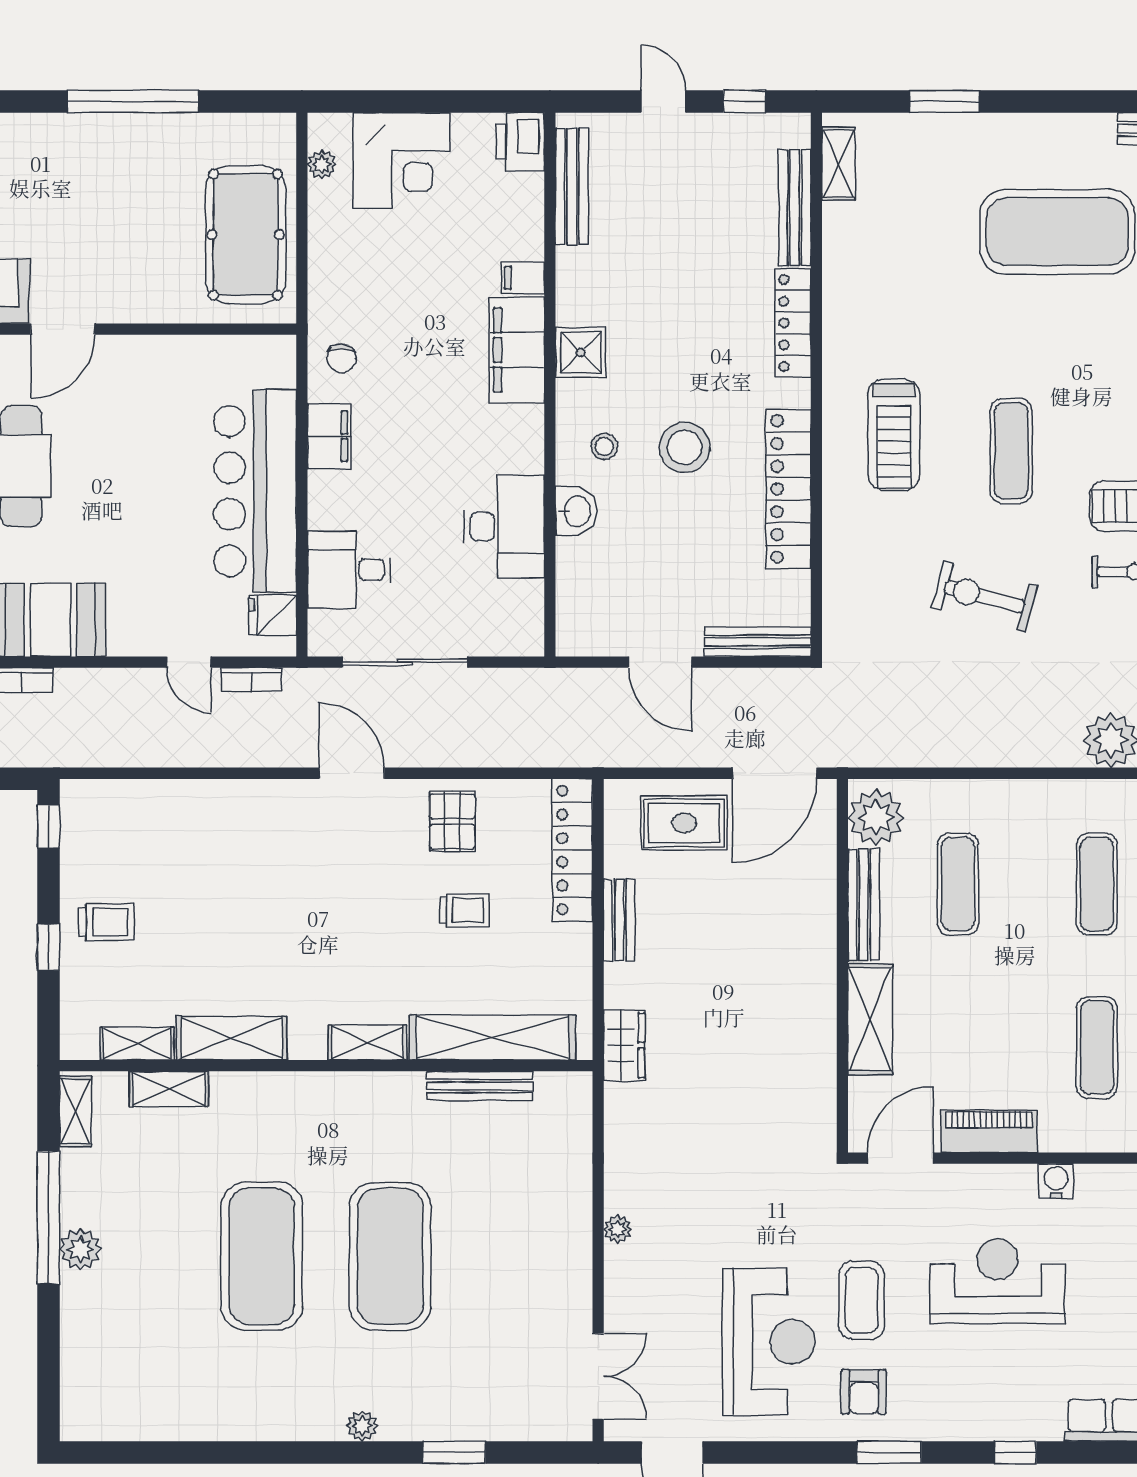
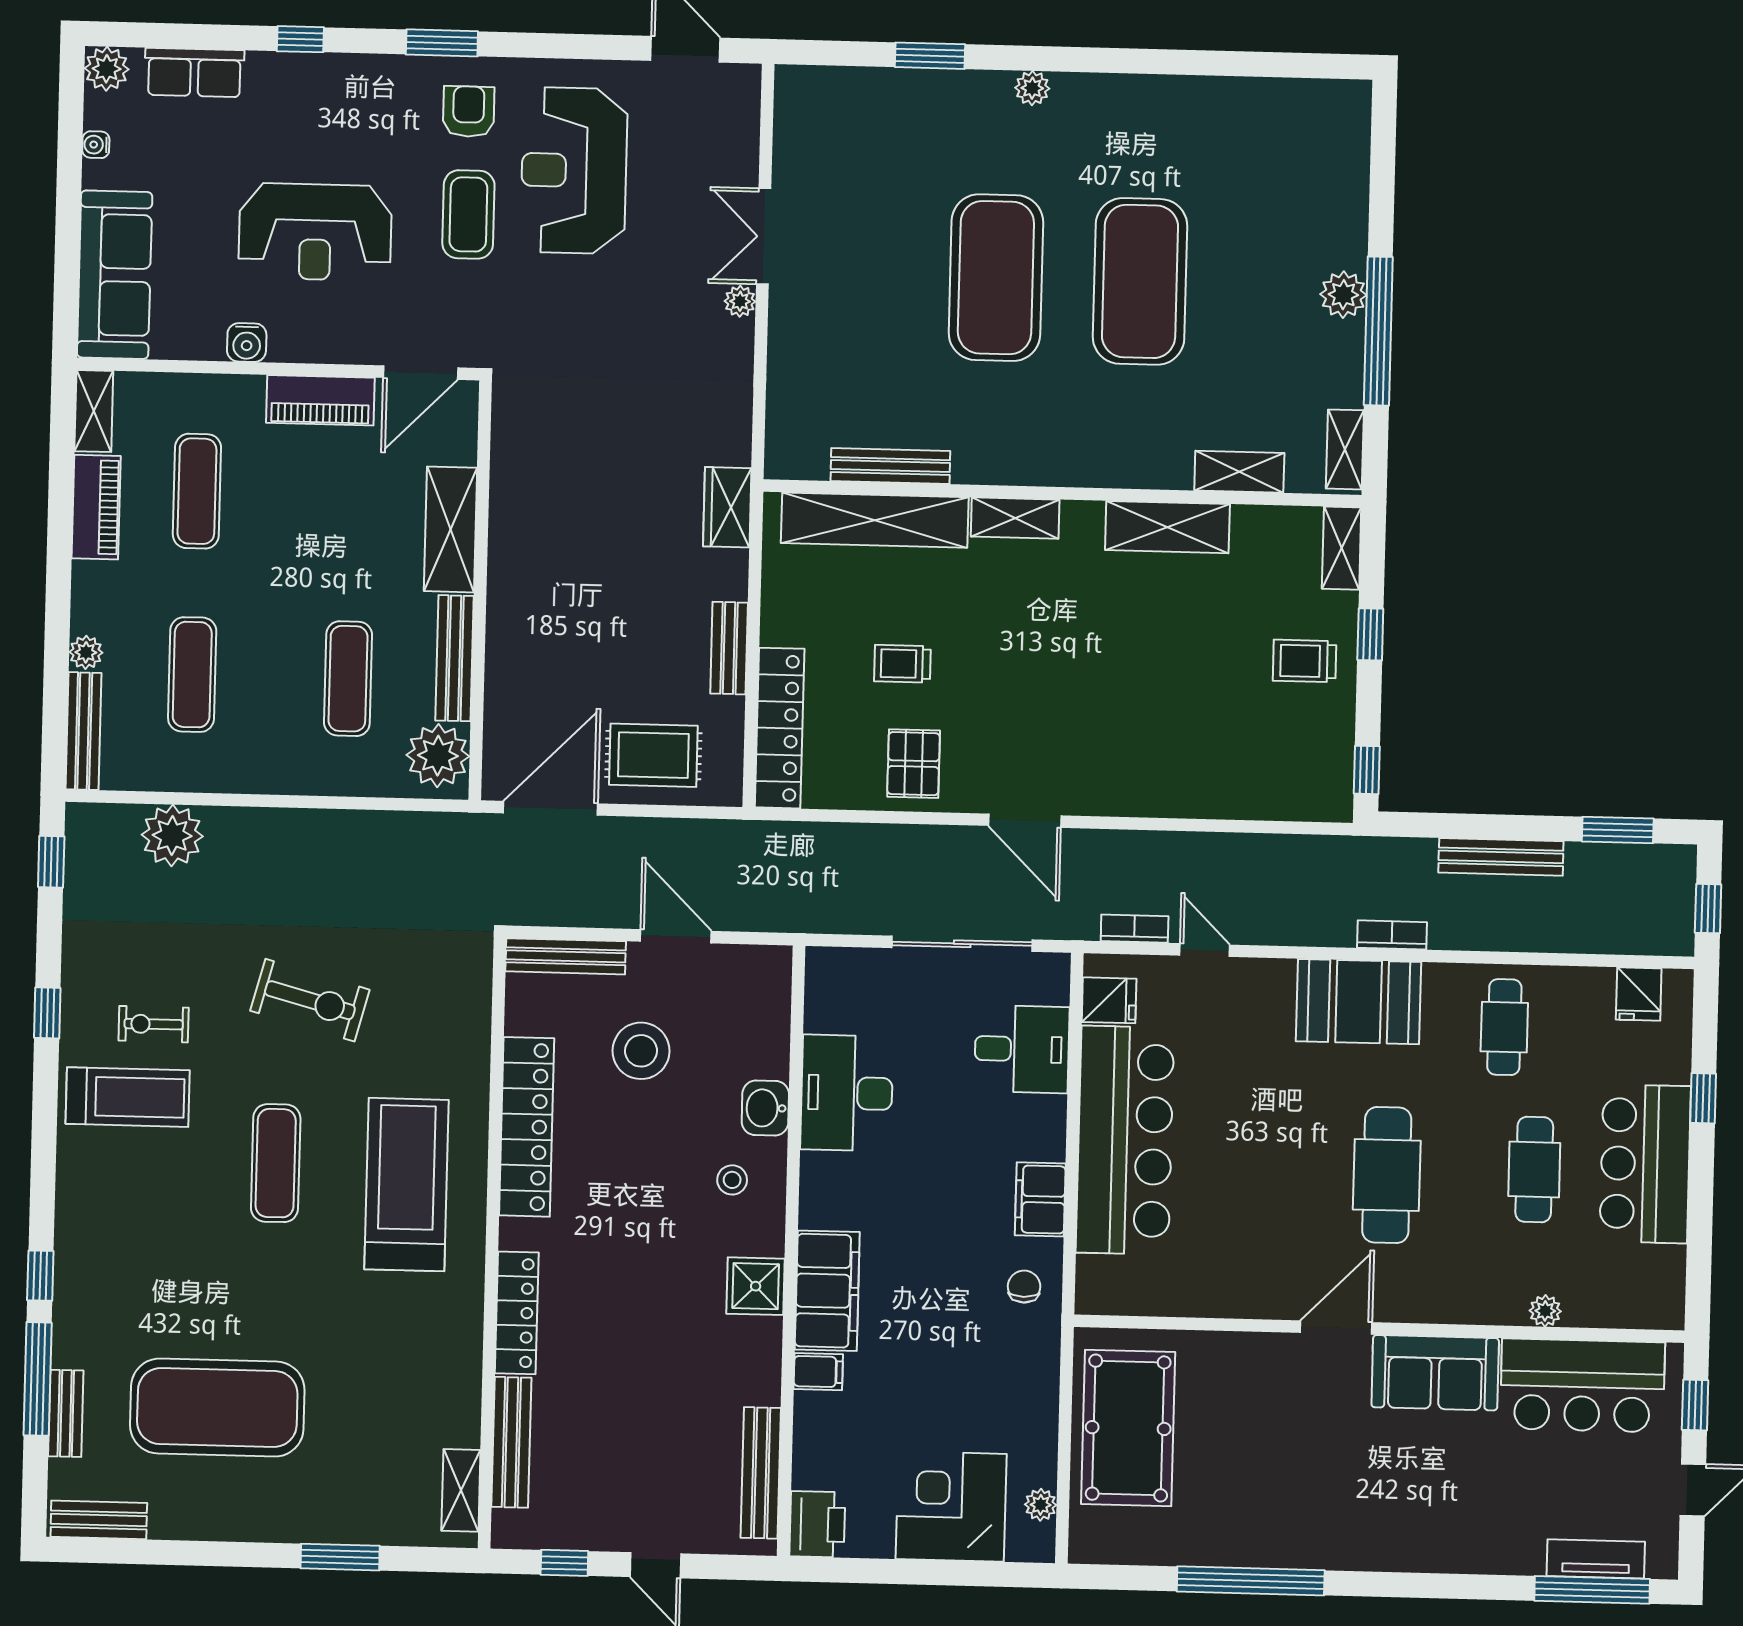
treadmill: (894, 435) -> (407, 1185), width x1.37, depth x1.38
stool: (685, 447) -> (641, 1051), moved
shelving: (137, 1044) -> (1342, 548), moved, turned 90
double door: (598, 1376) -> (764, 236), moved

